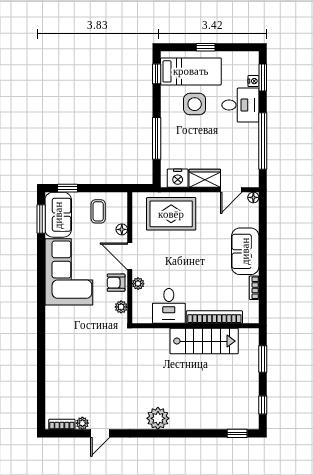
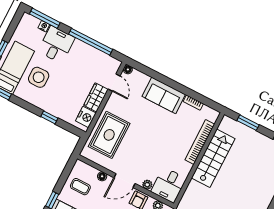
window: (263, 78) -> (45, 18), width x1.44
window: (157, 138) -> (49, 117), width x0.46
desk: (169, 306) -> (169, 185), moved, turned 90

